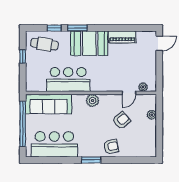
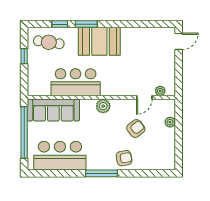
piano: (122, 37) -> (137, 34), removed
window: (91, 160) -> (102, 173), width x1.44

